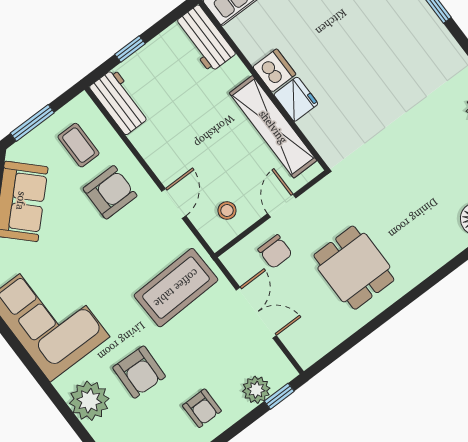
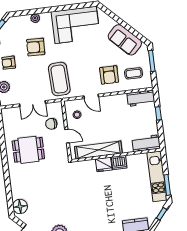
plant: (89, 401) -> (35, 18), width x0.53, depth x0.53

